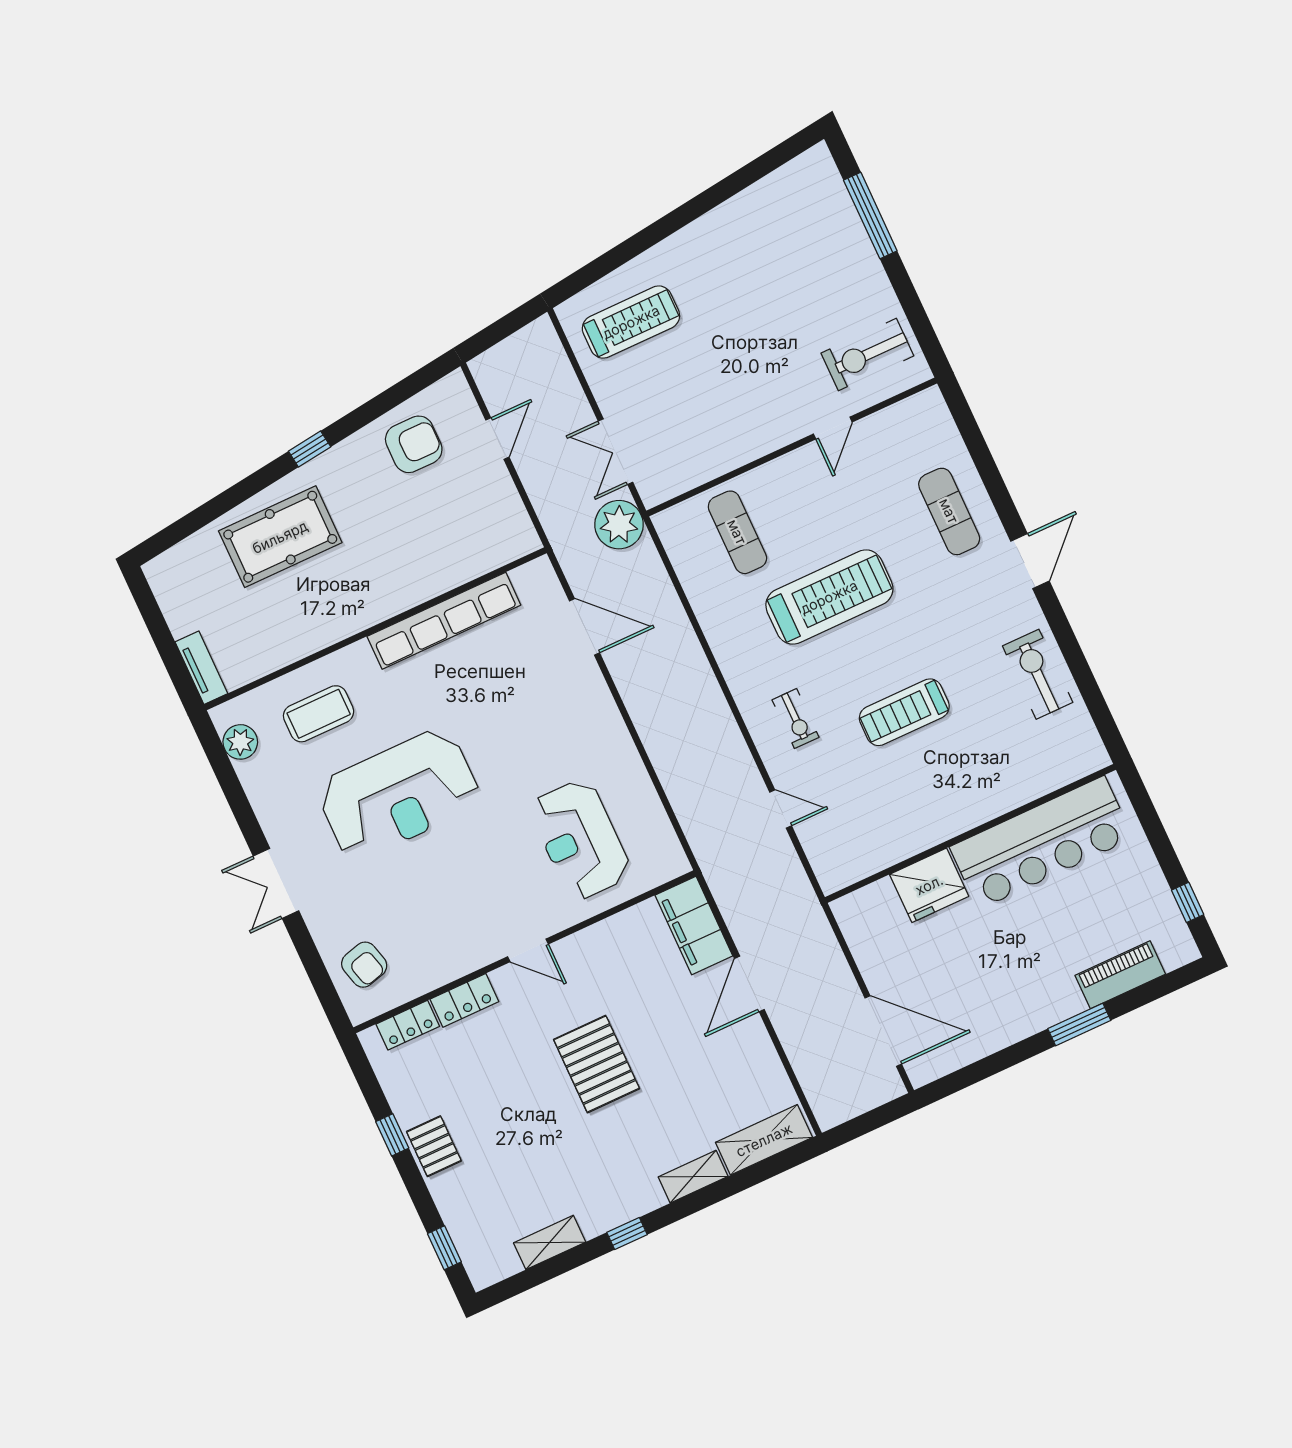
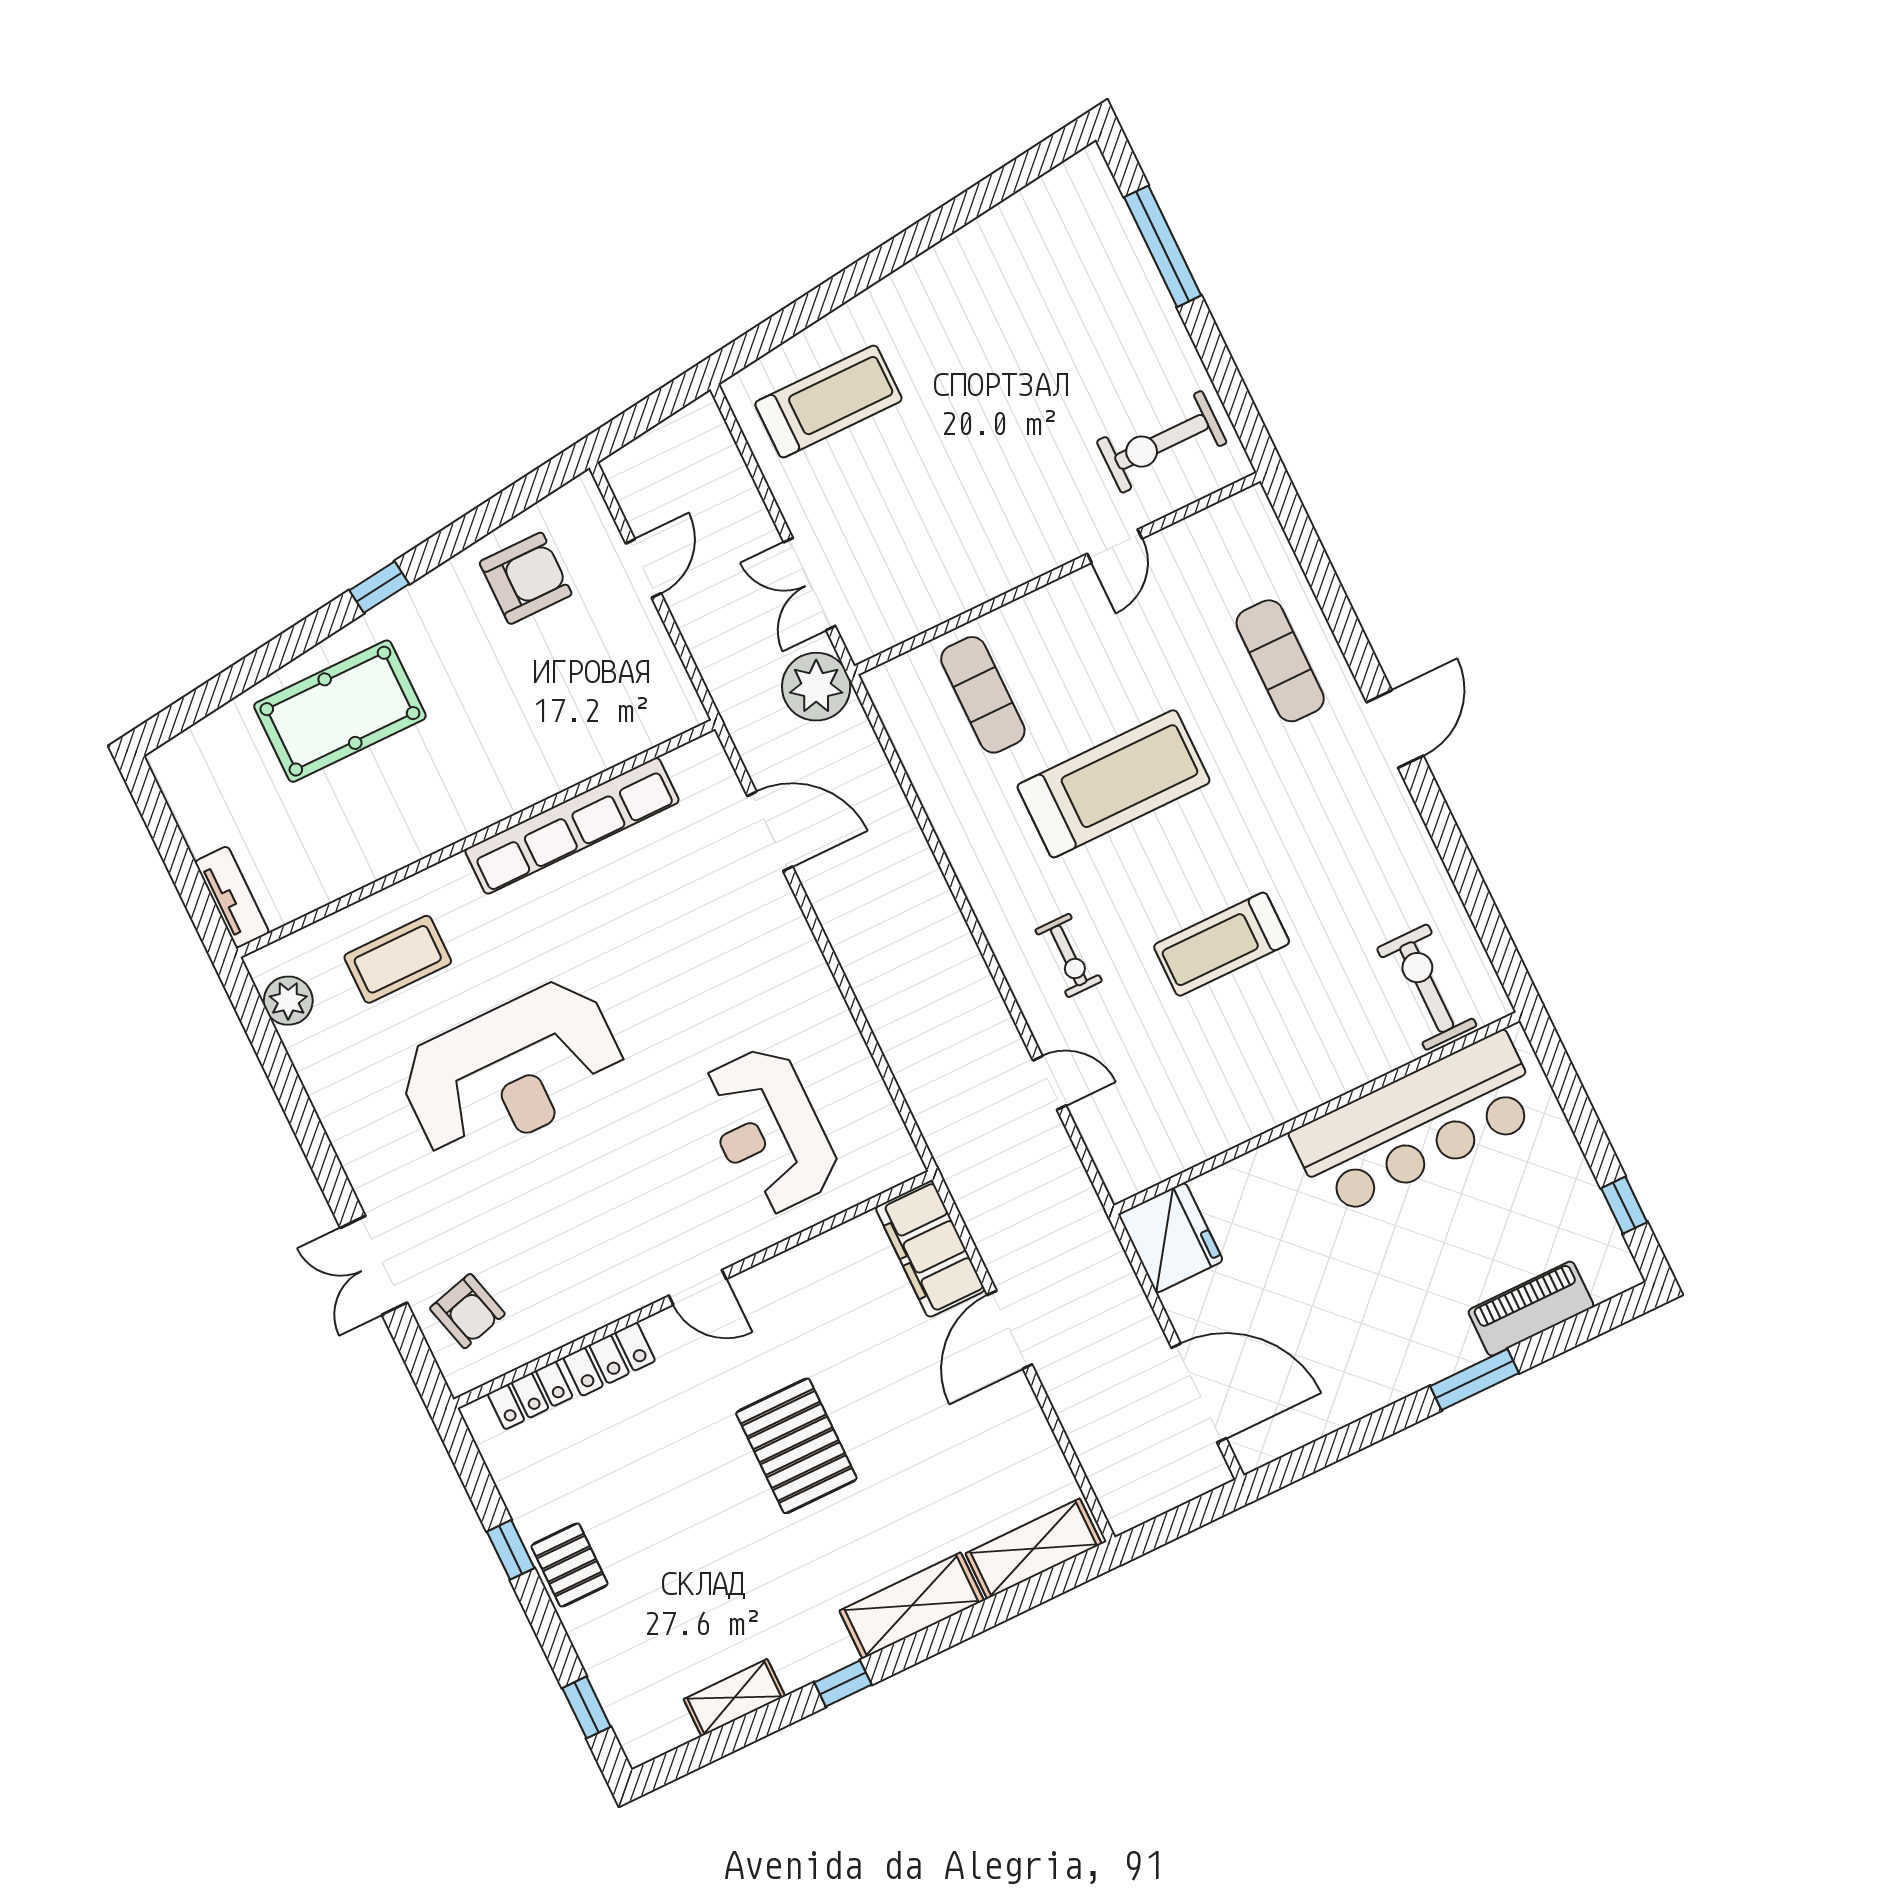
exercise bike: (1038, 674) -> (1427, 987), moved
double door: (276, 883) -> (374, 1265), moved
fridge: (929, 885) -> (1171, 1238), moved, turned -90
shelving: (693, 1177) -> (912, 1606), width x1.50, depth x1.33

